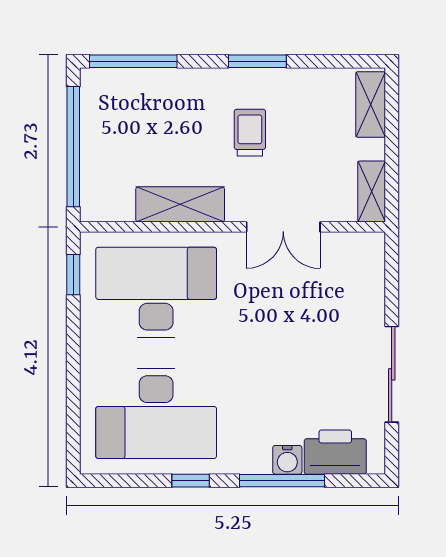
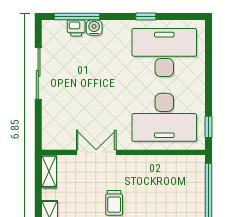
shelving: (180, 204) -> (151, 164), removed
printer: (335, 452) -> (76, 28), width x0.53, depth x0.68
window: (282, 481) -> (77, 17), moved

